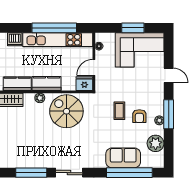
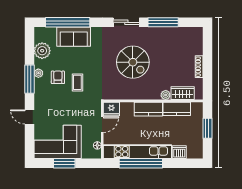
plant: (40, 98) -> (166, 95), moved
spiral stairs: (66, 111) -> (133, 62), moved

